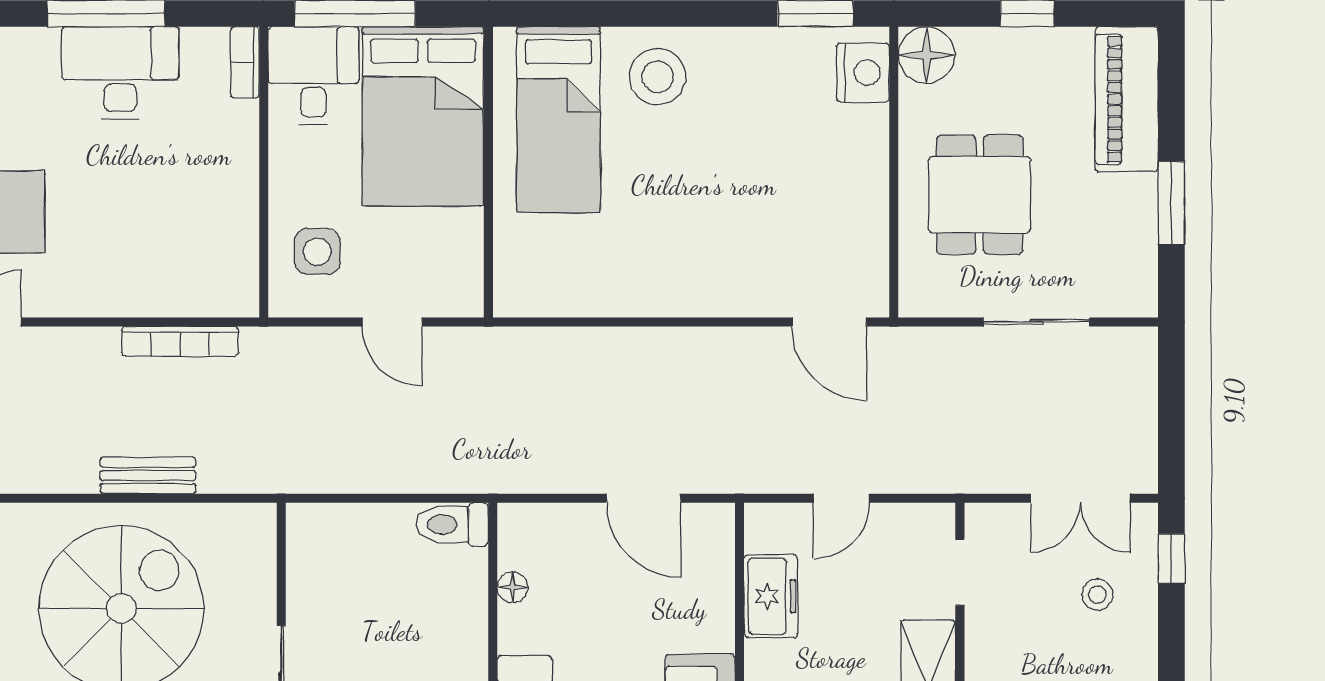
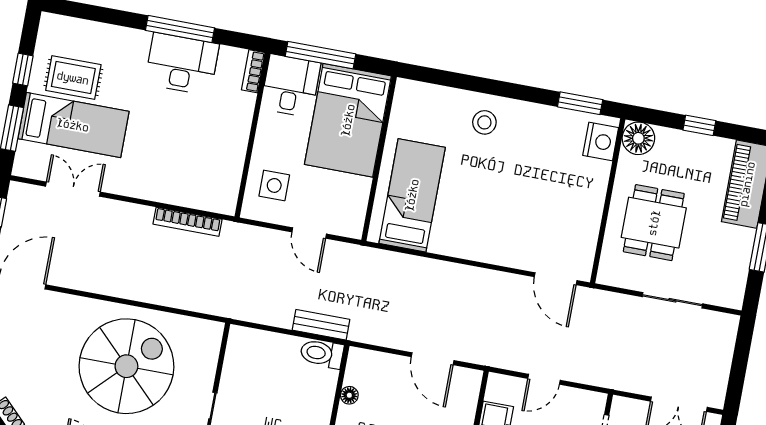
stool: (658, 77) -> (484, 122), width x0.73, depth x0.73
bed: (558, 120) -> (412, 195), moved, turned 180
bench: (148, 476) -> (321, 325), moved

